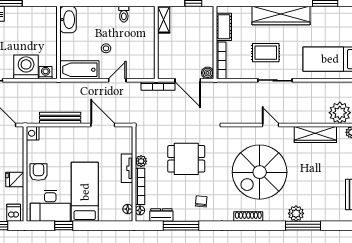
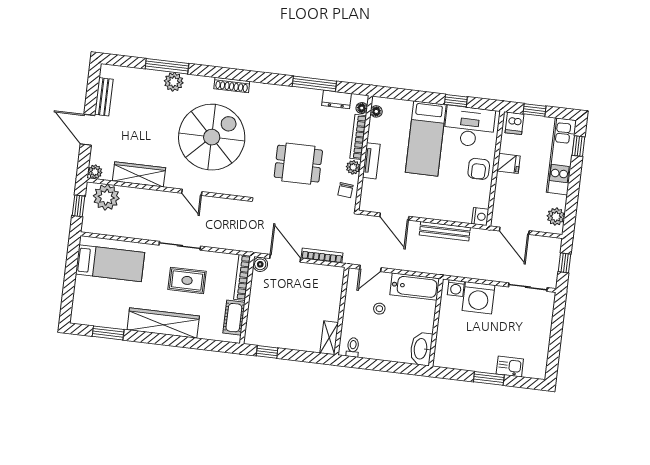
shelving: (164, 20) -> (329, 338), moved
wall: (156, 43) -> (341, 311), moved
chair: (201, 201) -> (345, 190), moved

